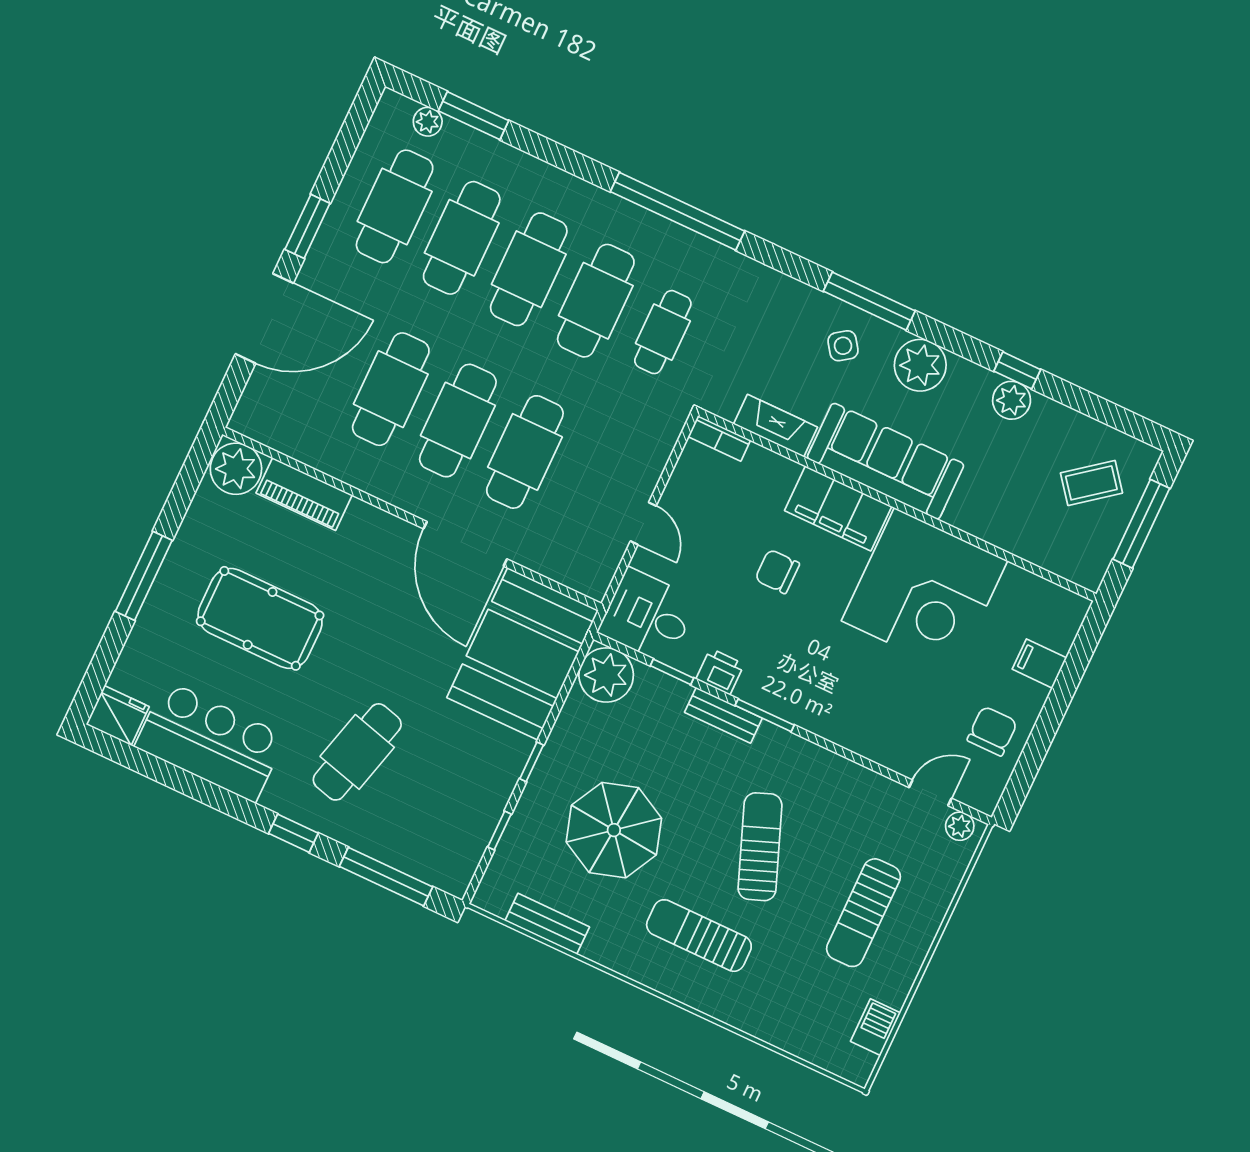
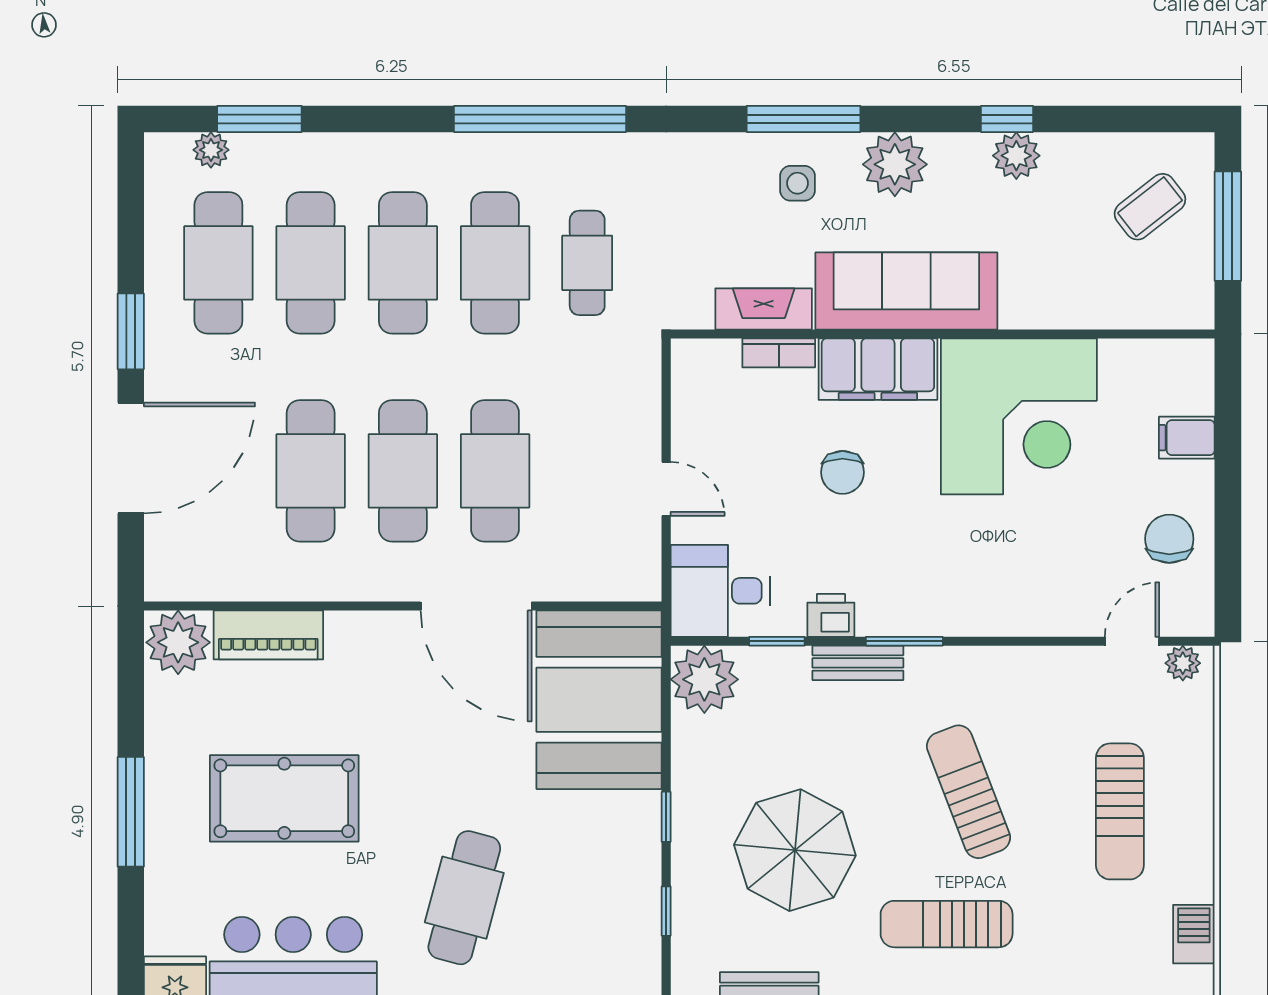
side table: (843, 346) -> (797, 183), turned 35
bookcase: (719, 438) -> (779, 353), moved
chair: (777, 571) -> (843, 472), turned -90

